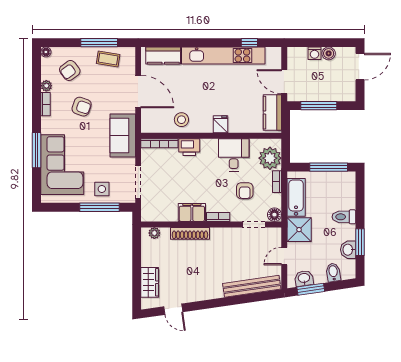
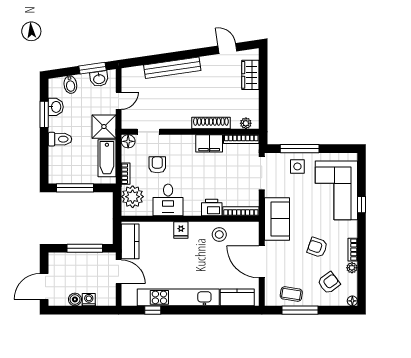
window: (36, 150) -> (361, 205), width x0.46
bookcase: (218, 217) -> (241, 139), moved, width x1.56
bench: (252, 286) -> (172, 68), moved

